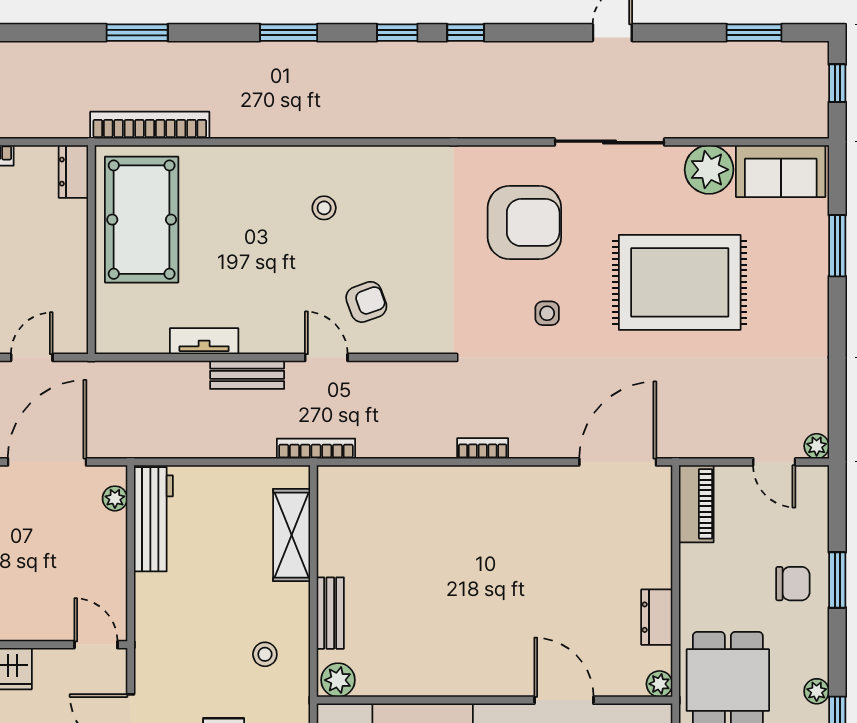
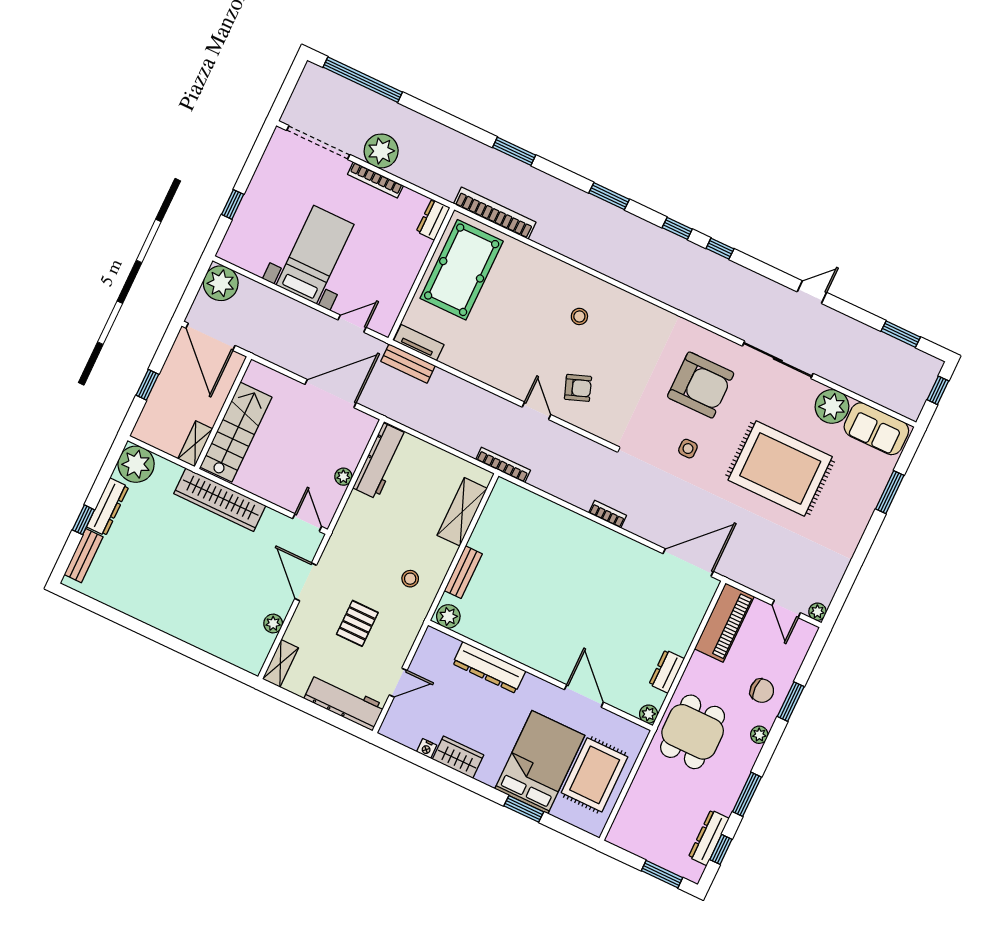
tv unit: (204, 341) -> (419, 343), moved
bench: (247, 375) -> (408, 363), moved
plant: (115, 498) -> (343, 477), moved
piano: (696, 504) -> (724, 623), width x1.37, depth x1.33
plant: (817, 691) -> (759, 735), moved

